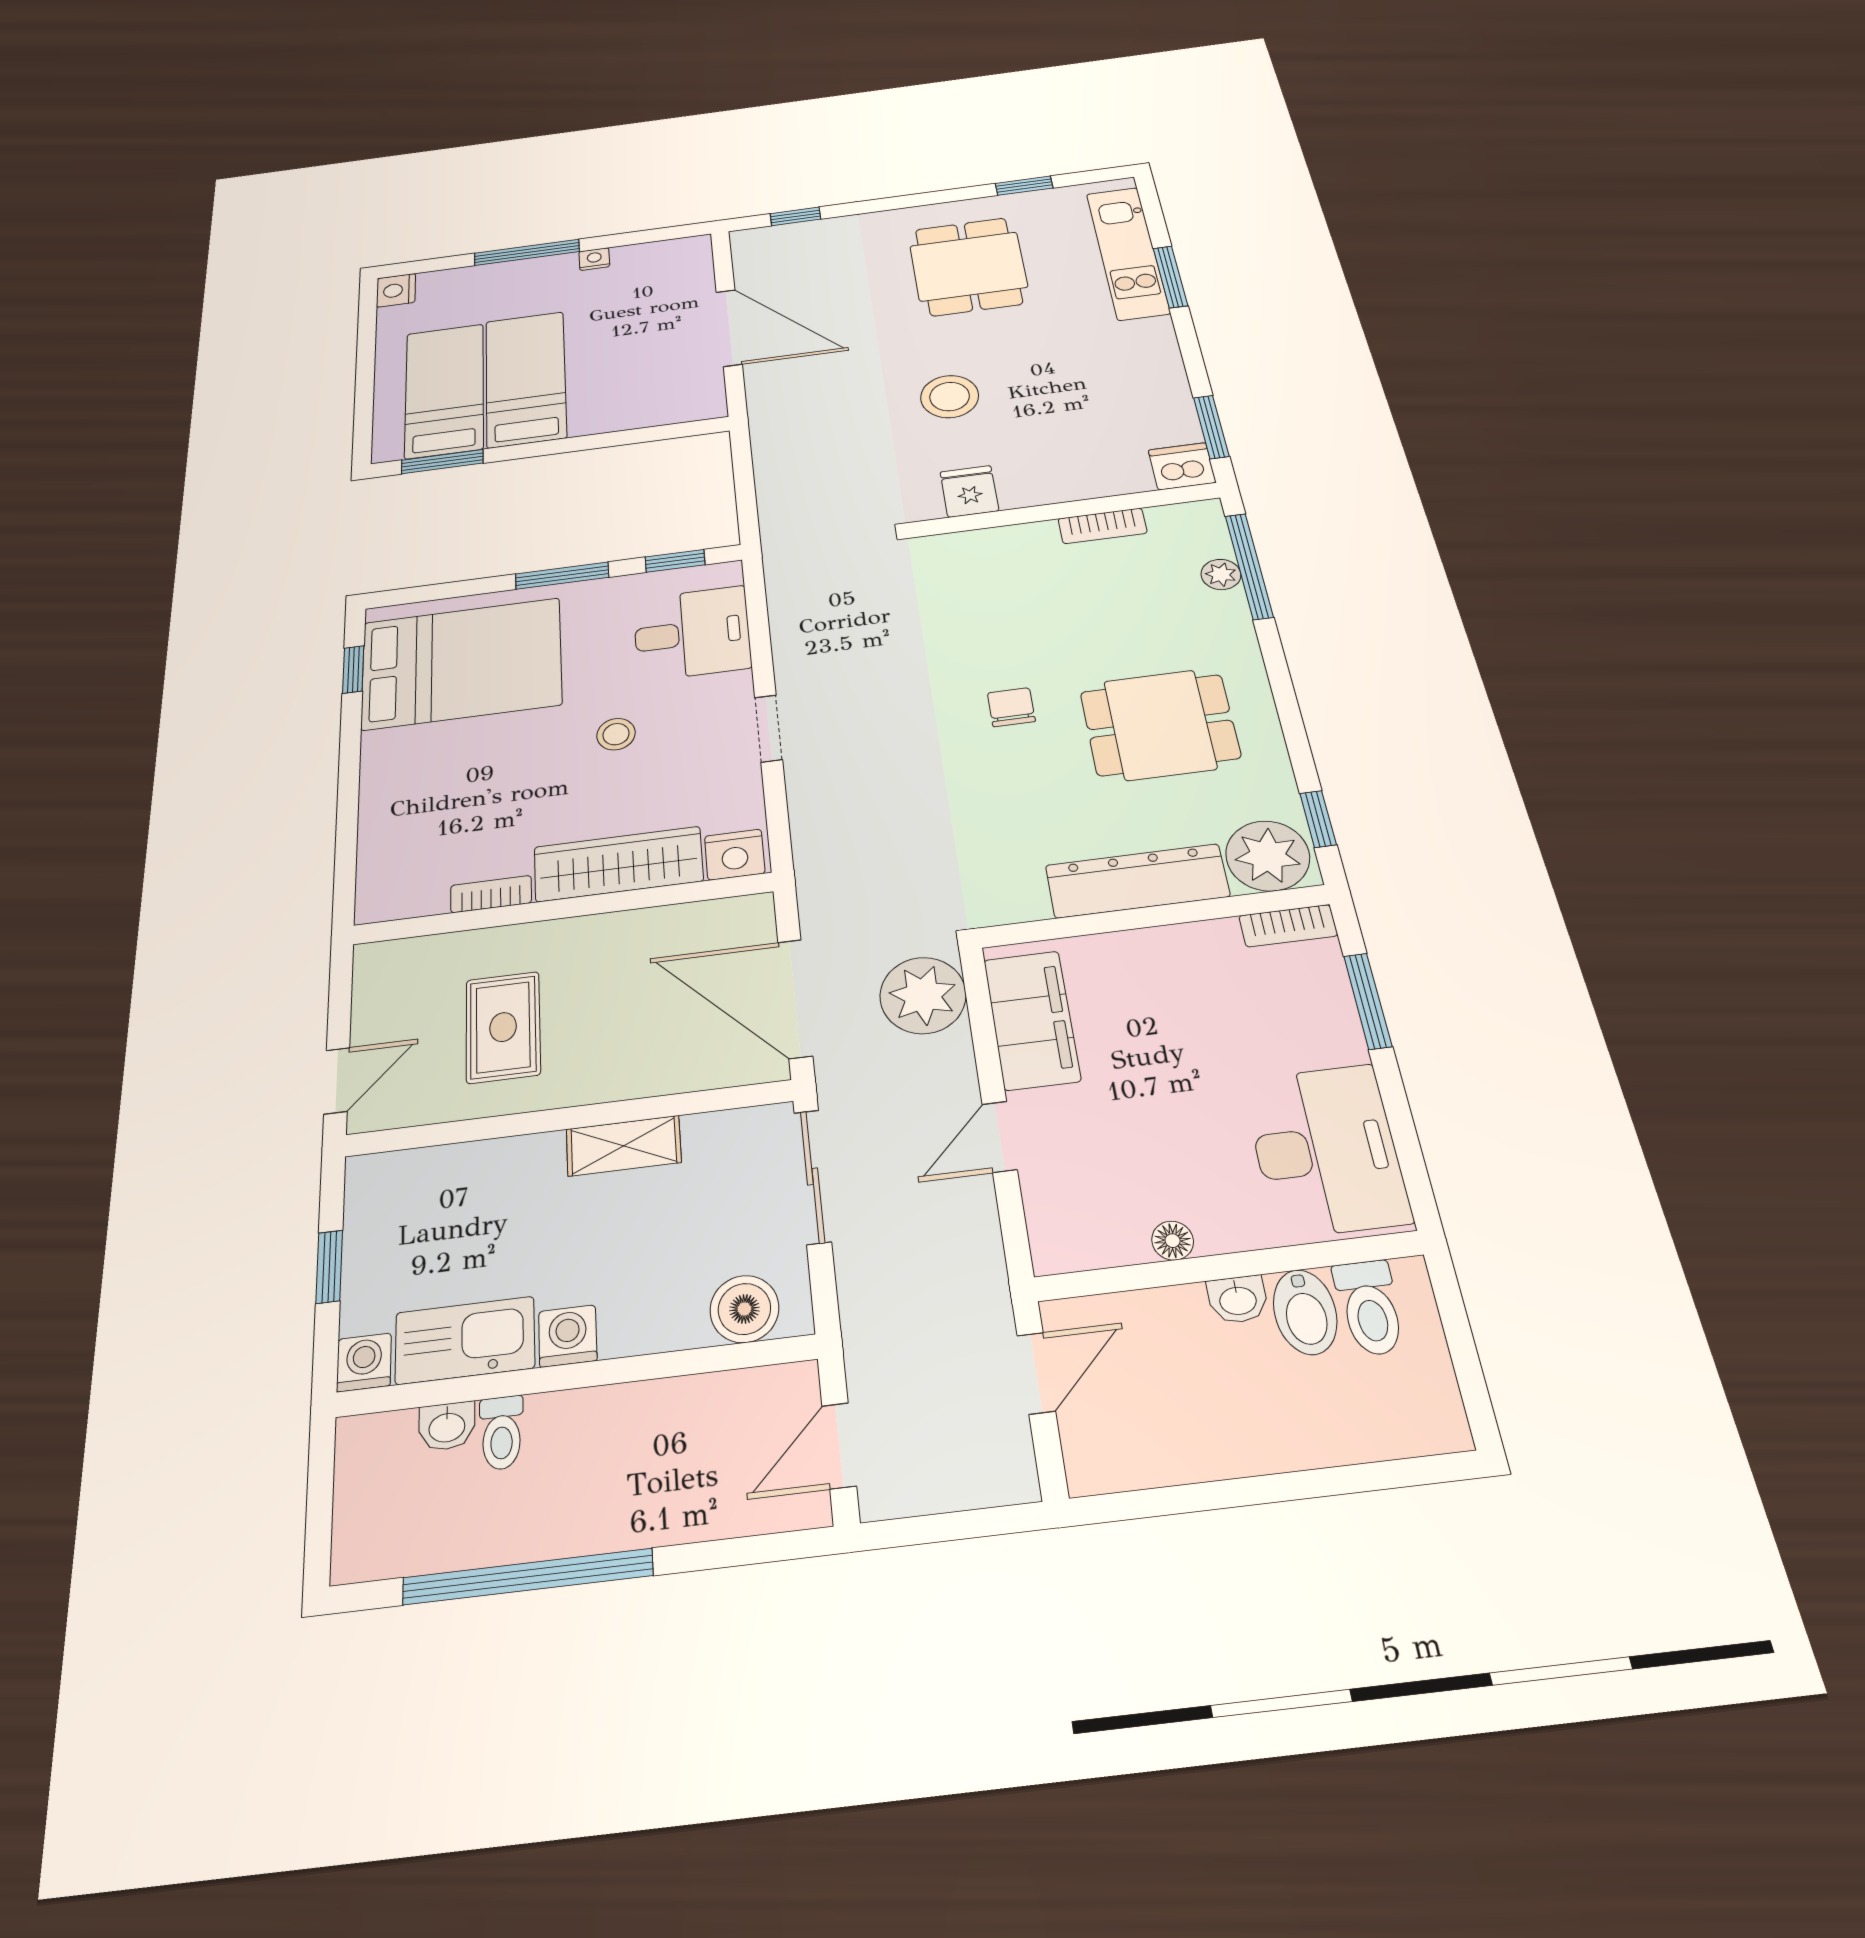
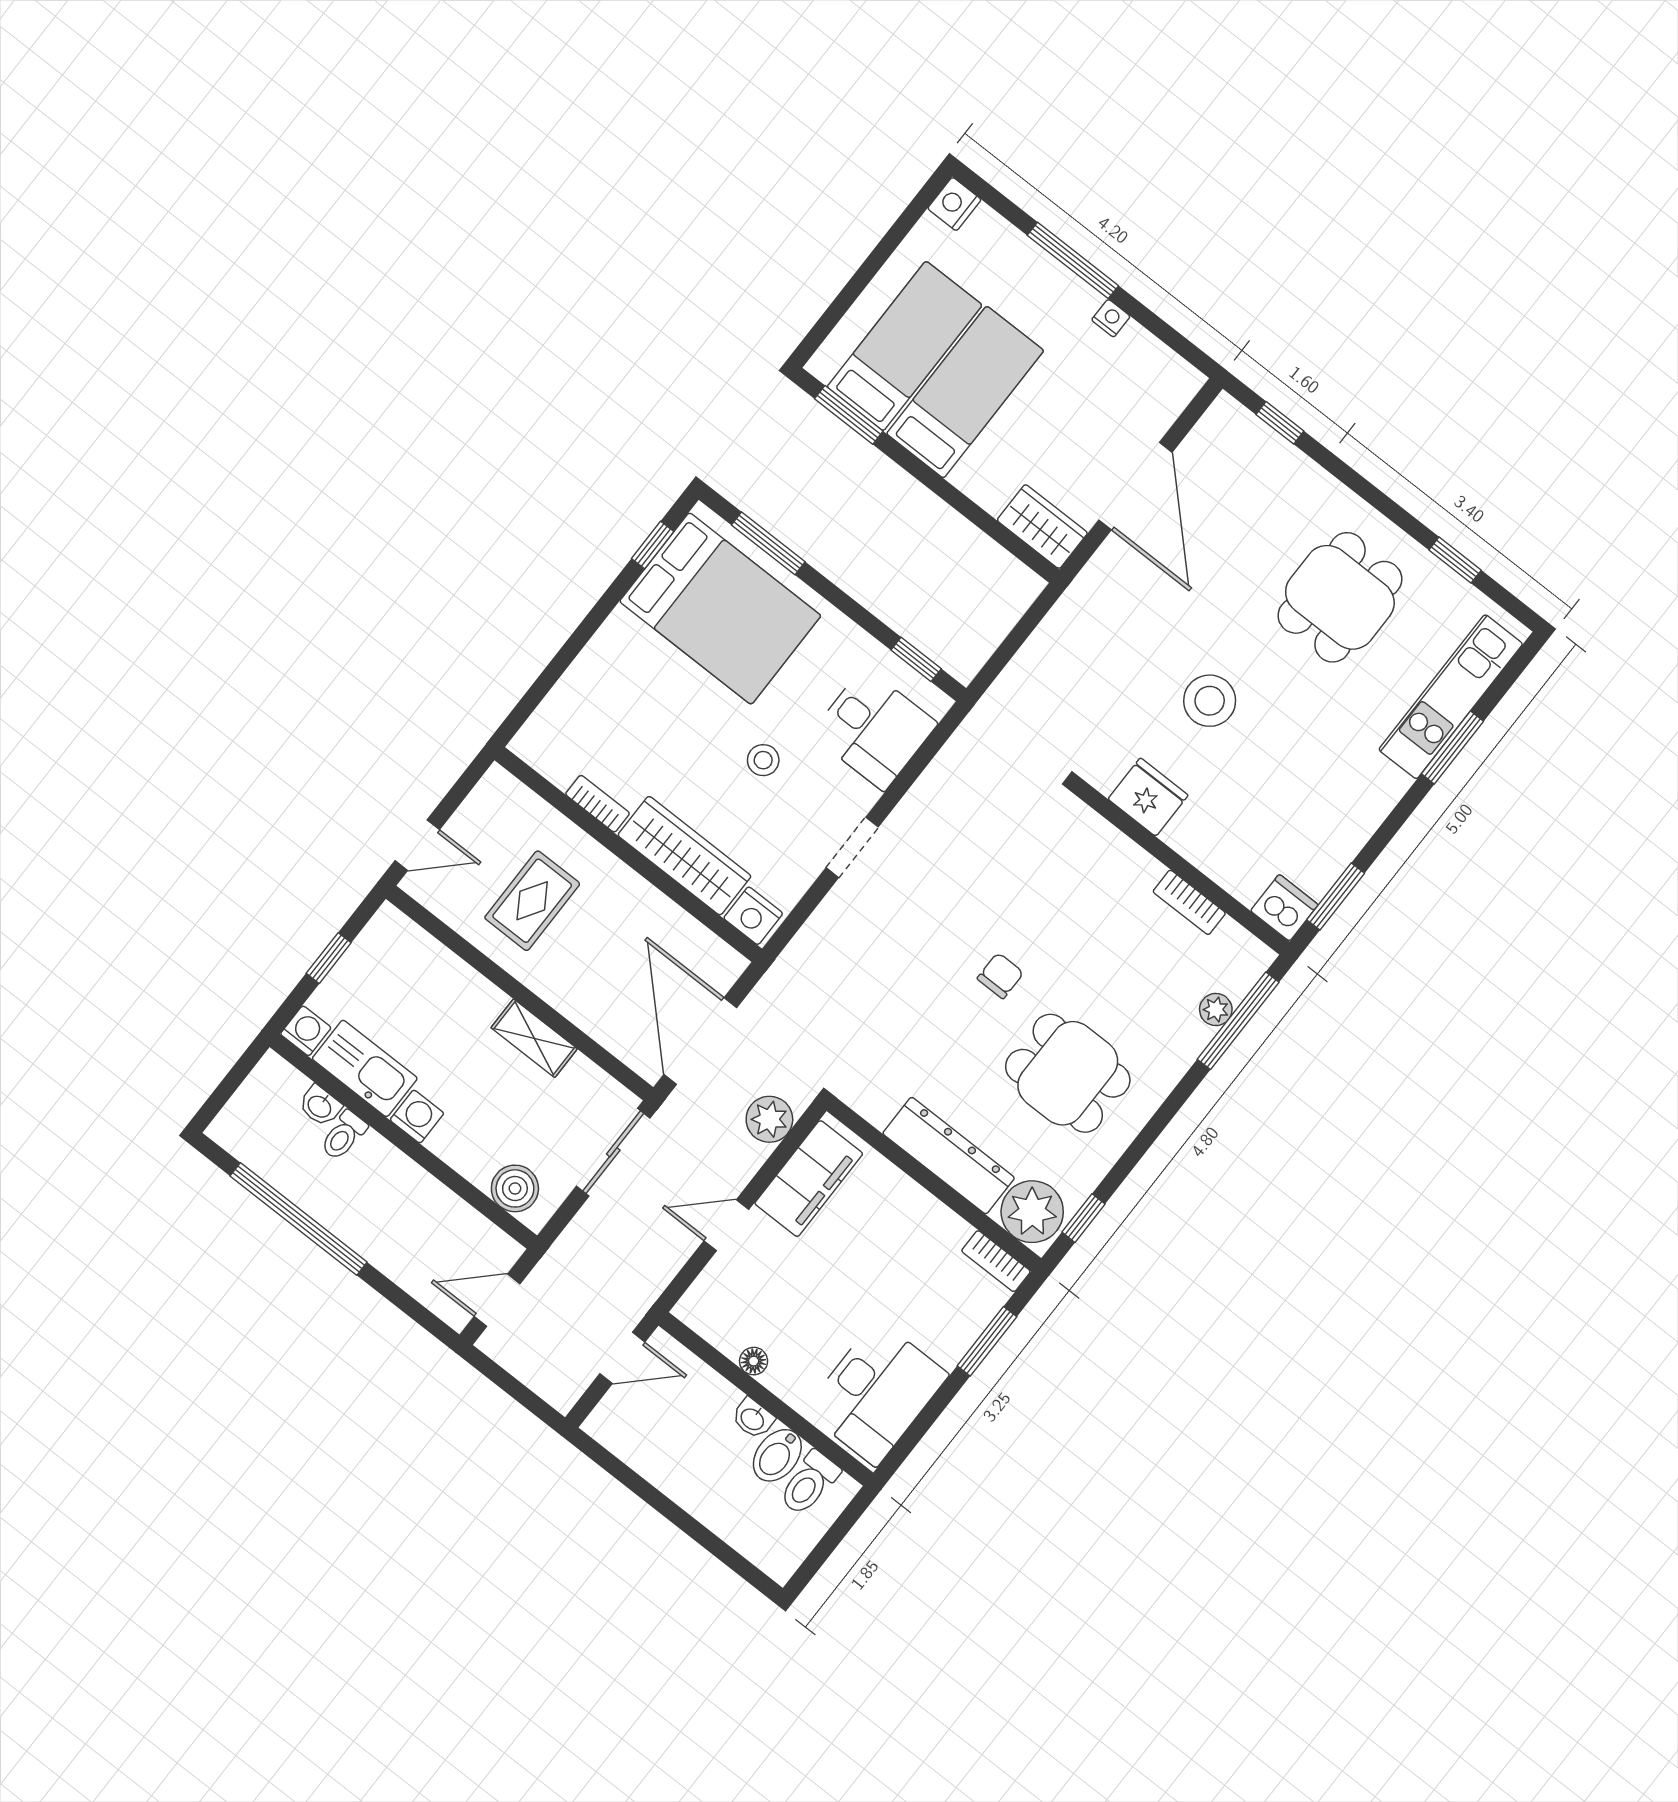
wardrobe: (683, 404) -> (1042, 527), added
fridge: (969, 491) -> (1148, 797), width x1.38
window: (562, 576) -> (768, 543), moved
plant: (923, 995) -> (769, 1119), width x0.73, depth x0.73

